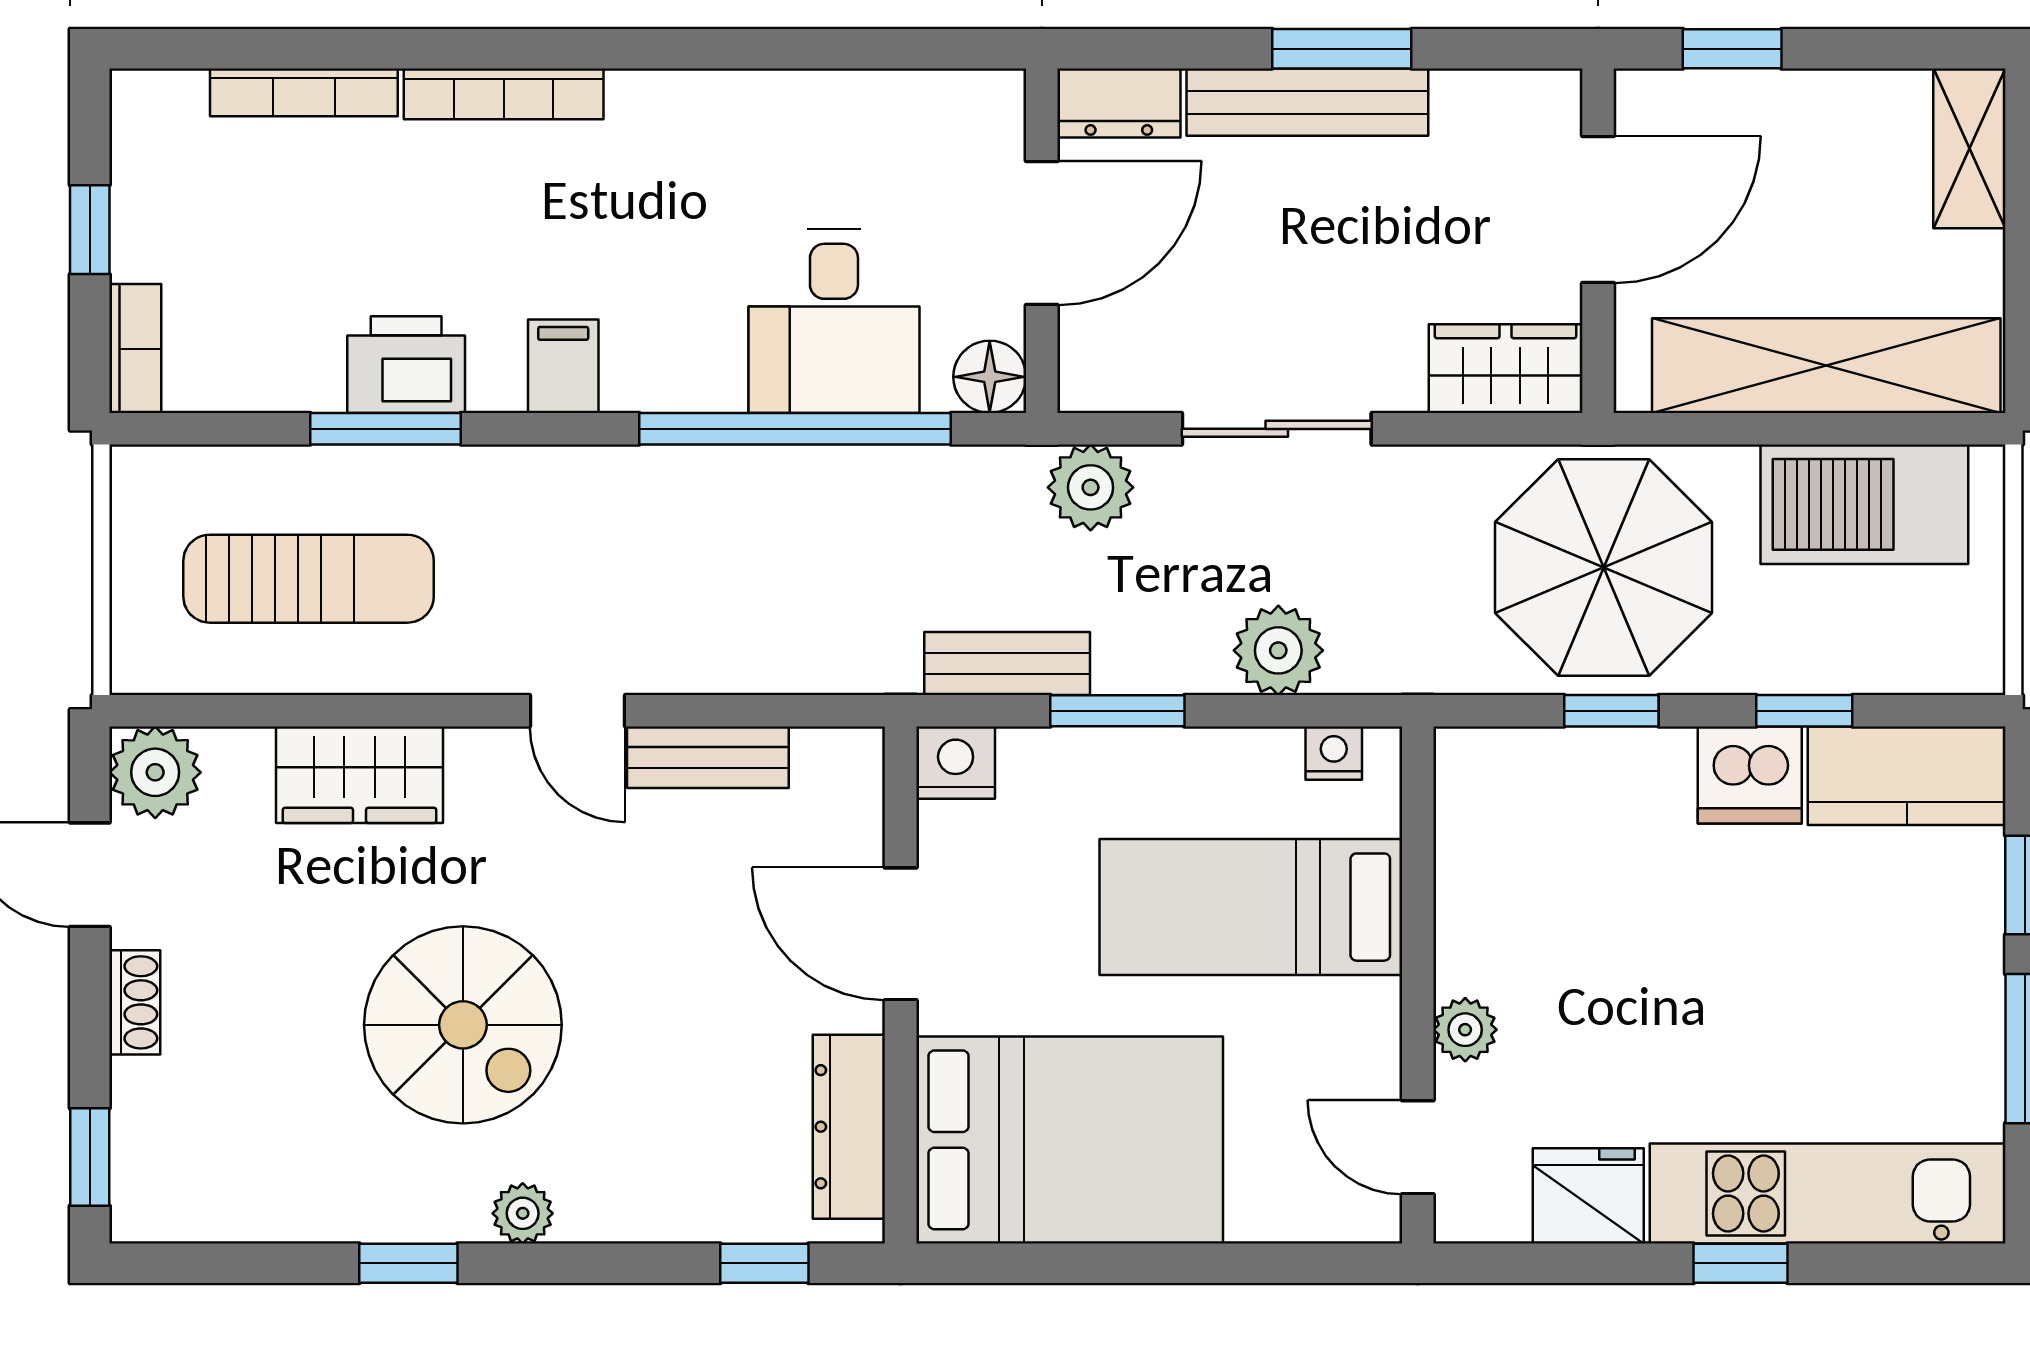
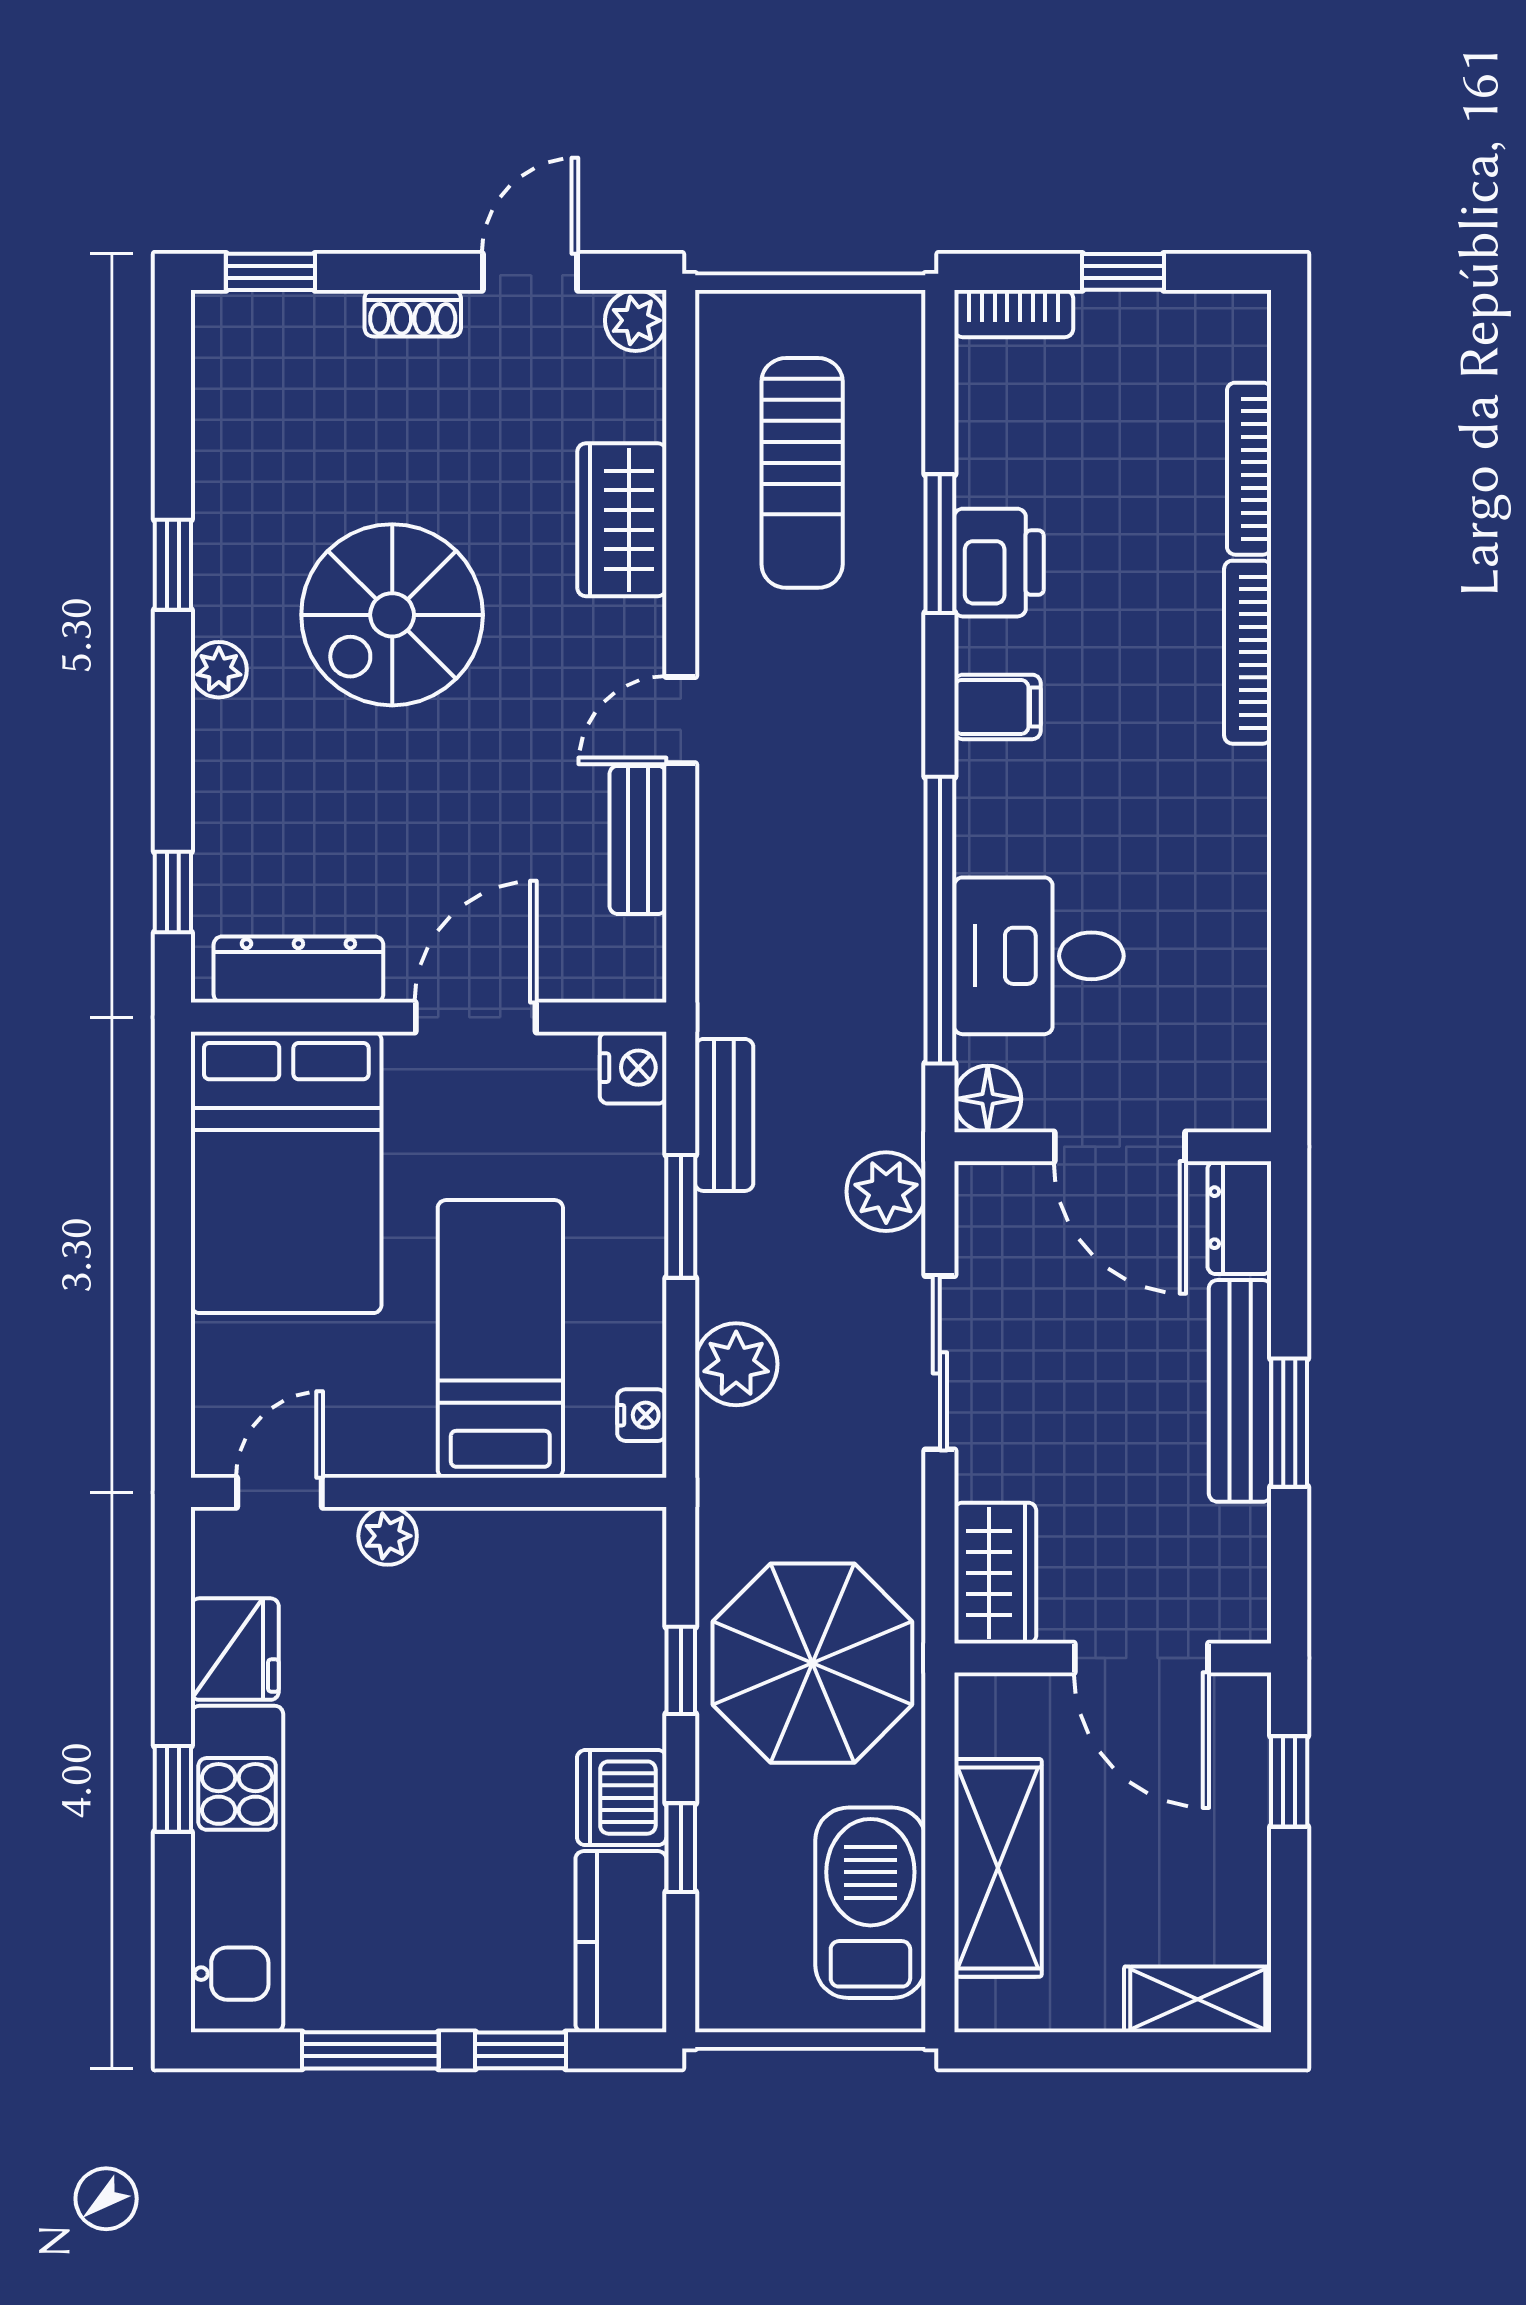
shelving: (1826, 366) -> (998, 1868), width x0.68
plant: (155, 772) -> (636, 320), width x0.73, depth x0.73

